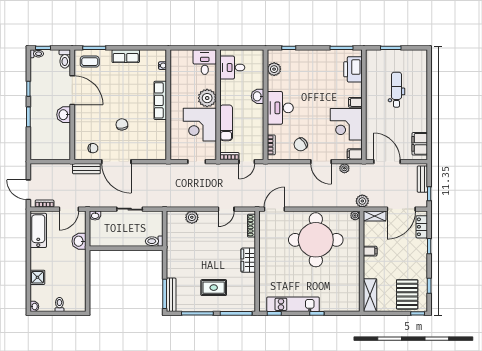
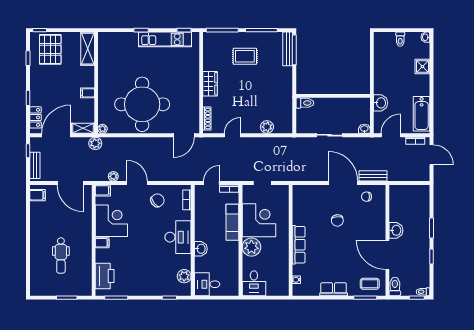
desk: (232, 68) -> (207, 284), moved, turned 180
filing cabinet: (420, 144) -> (37, 195), width x0.50

